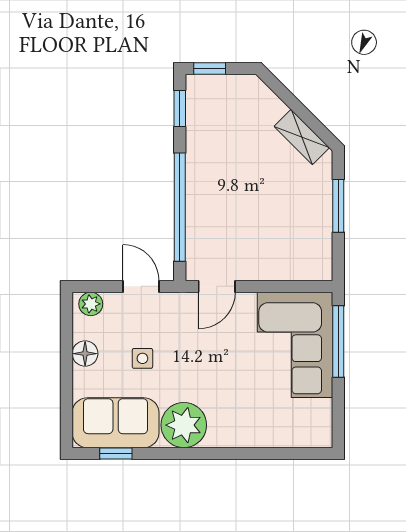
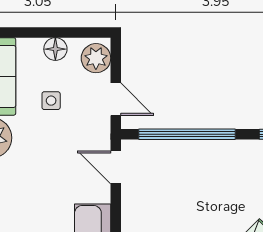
door: (141, 286) -> (116, 99), hinge flipped
plant: (91, 304) -> (96, 58), width x1.38, depth x1.38

